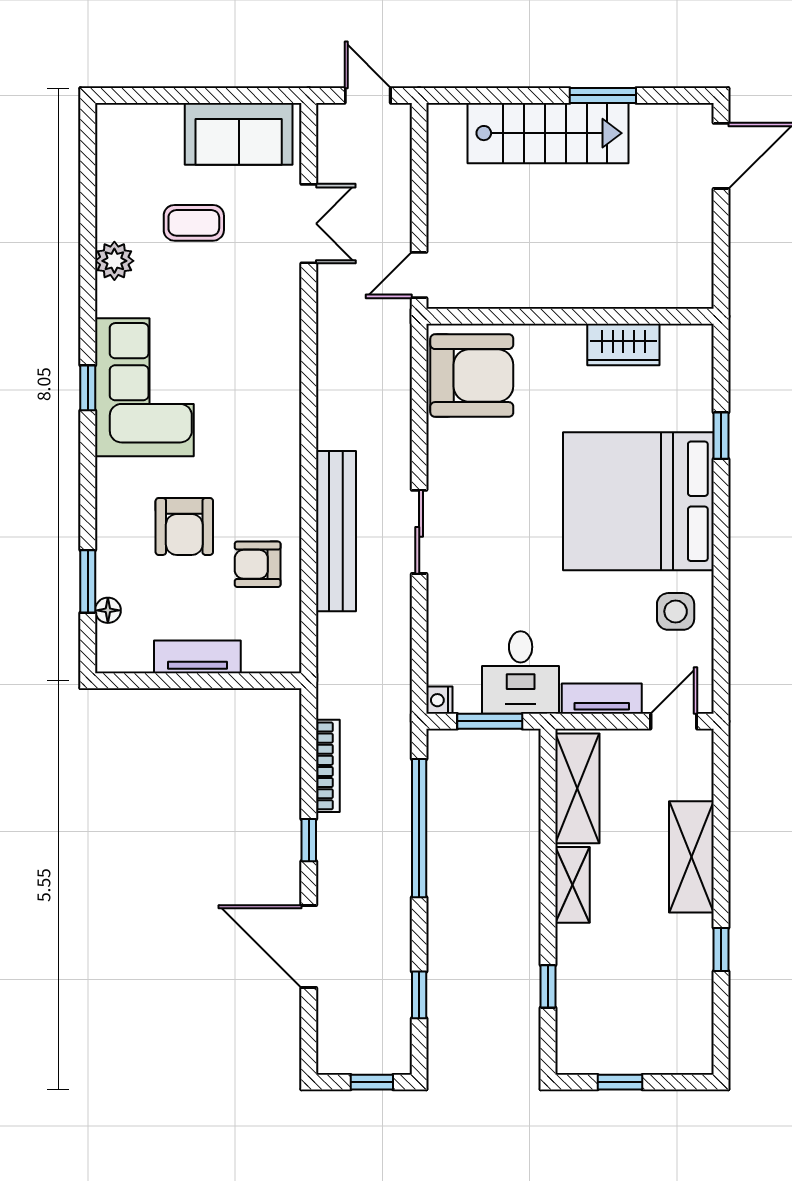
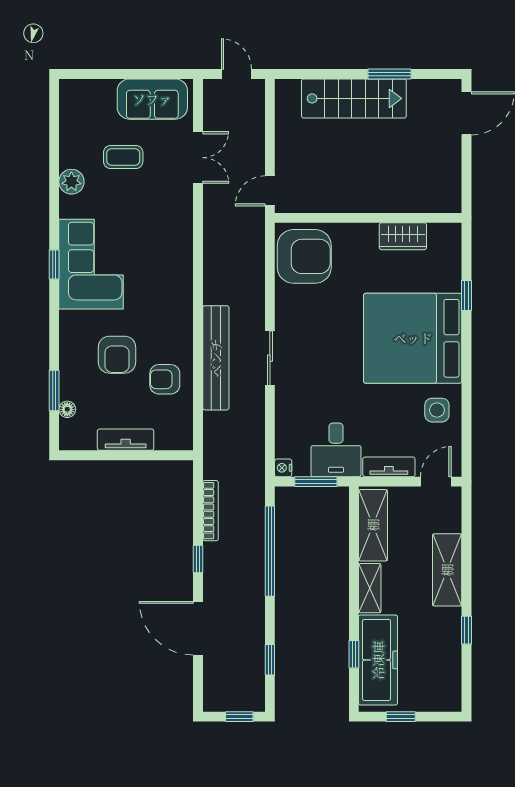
freezer: (585, 995) -> (378, 660), added

